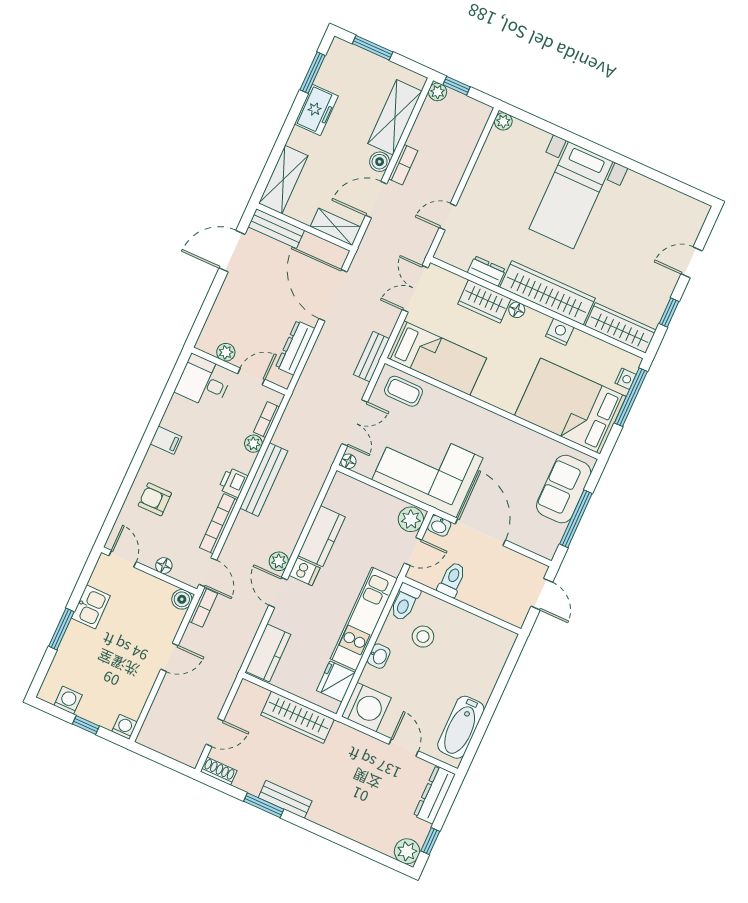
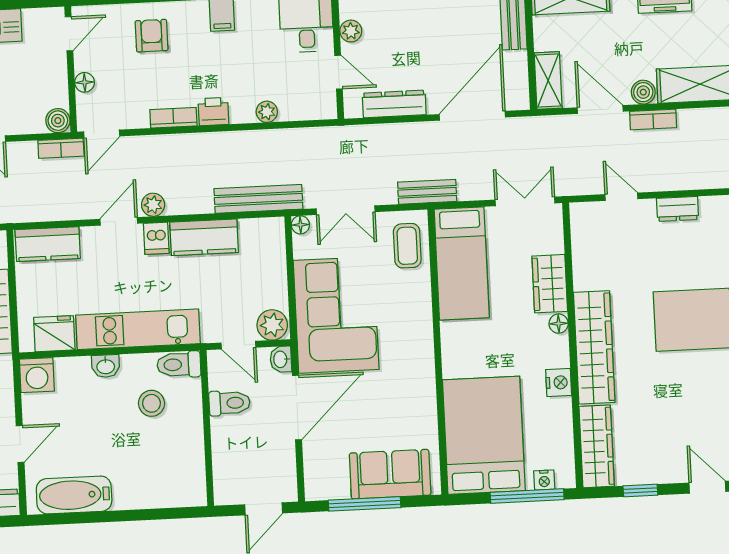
dresser: (486, 271) -> (678, 209), moved, turned 90
bookcase: (266, 419) -> (300, 113), removed
bench: (264, 480) -> (258, 199), moved
bookcase: (218, 524) -> (173, 118), width x0.64
washing machine: (366, 707) -> (37, 375), width x0.73, depth x0.73

